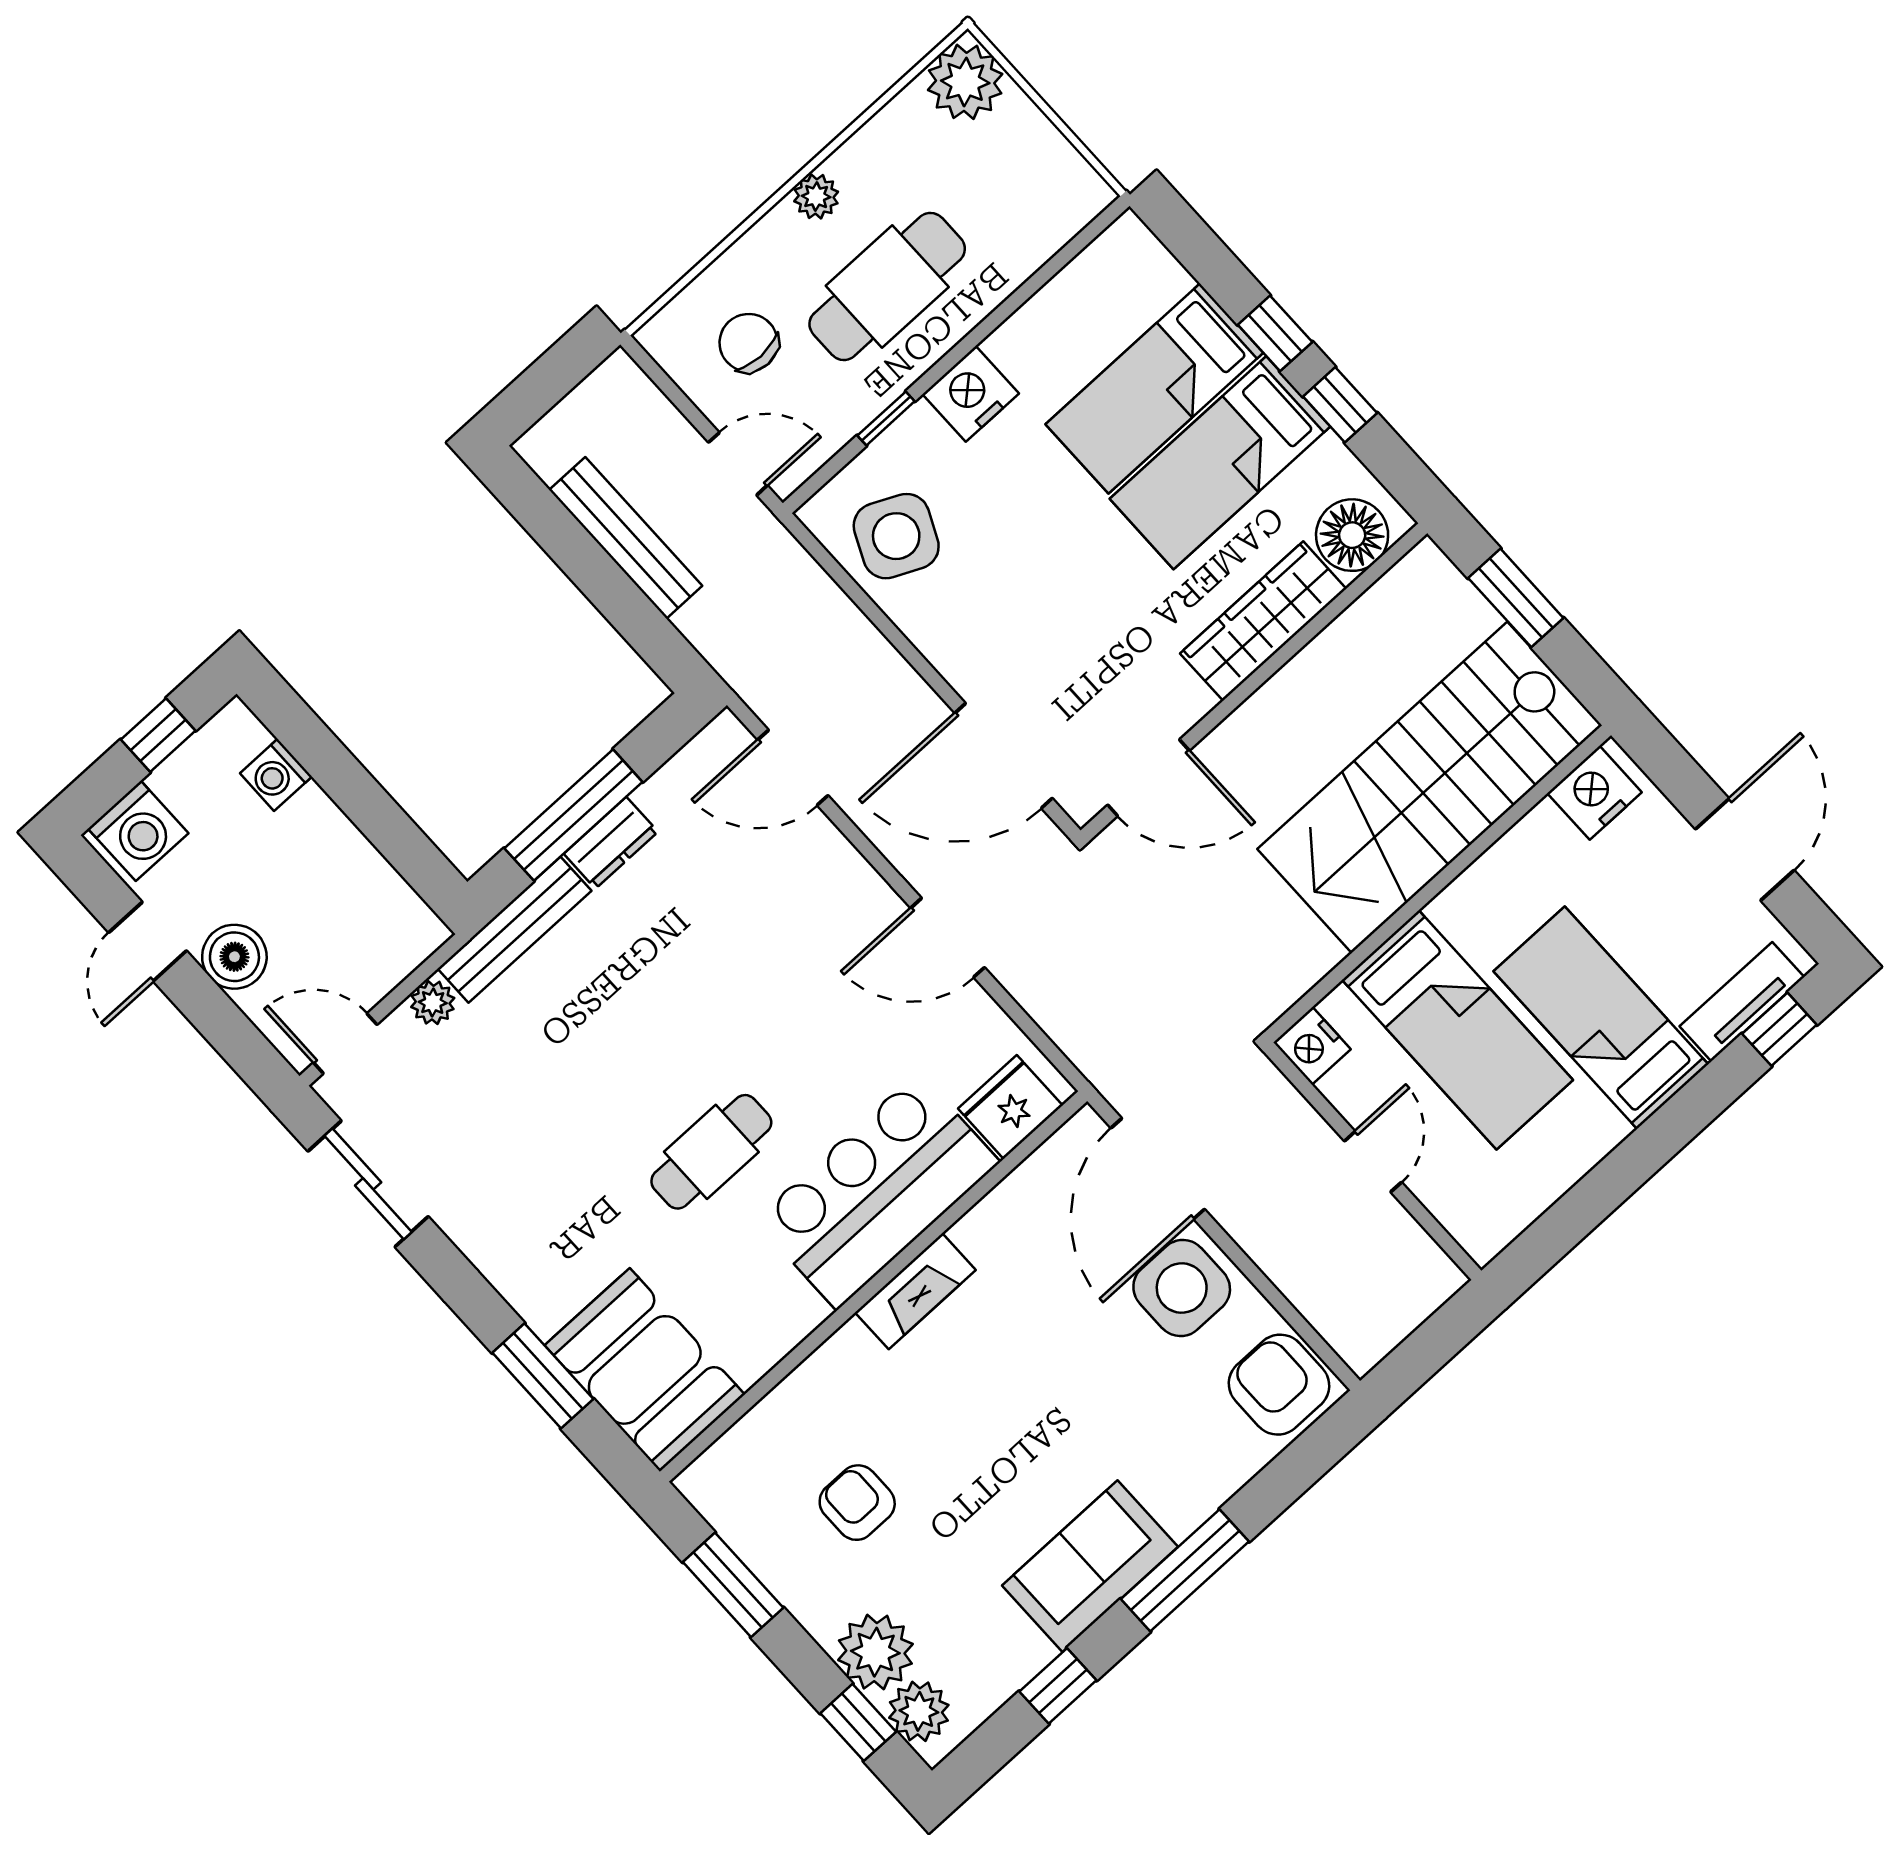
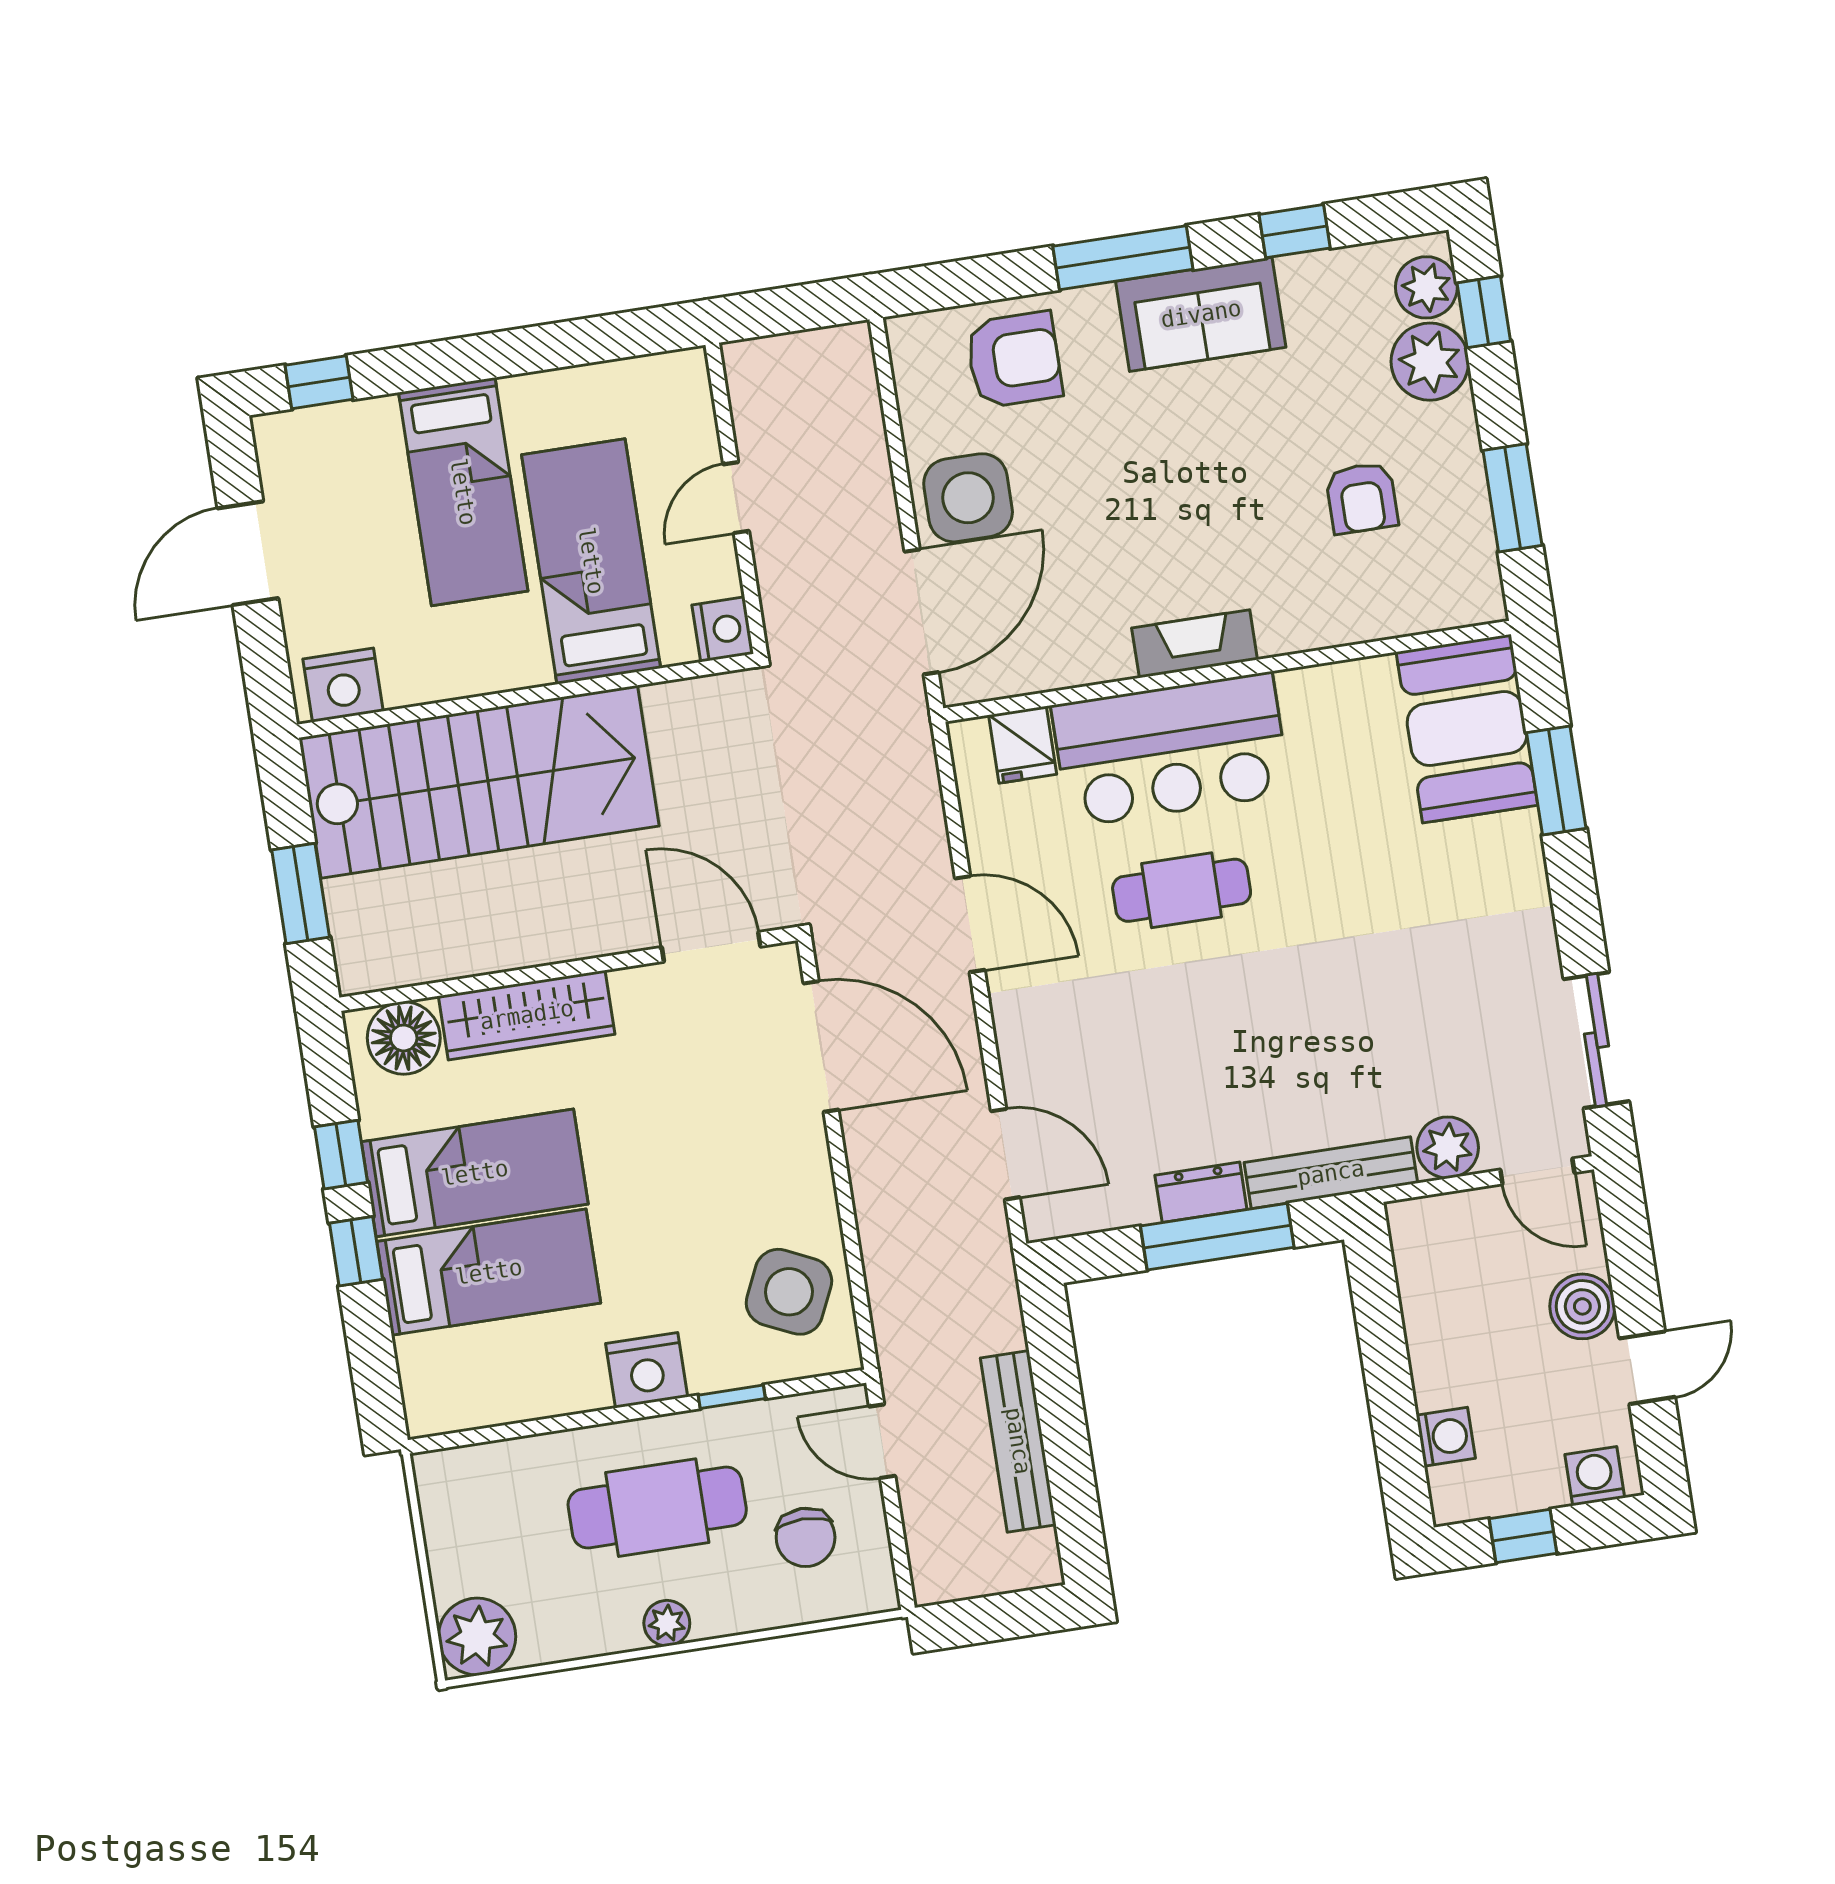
washing machine: (138, 831) -> (1595, 1476), width x0.73, depth x0.73
tv unit: (1742, 1002) -> (335, 427), removed
plant: (433, 1003) -> (1448, 1147), width x1.38, depth x1.38
fridge: (1010, 1107) -> (1023, 745), width x0.72
cafe table: (711, 1152) -> (1182, 890), moved
armchair: (1279, 1385) -> (1014, 360), moved, turned -90

